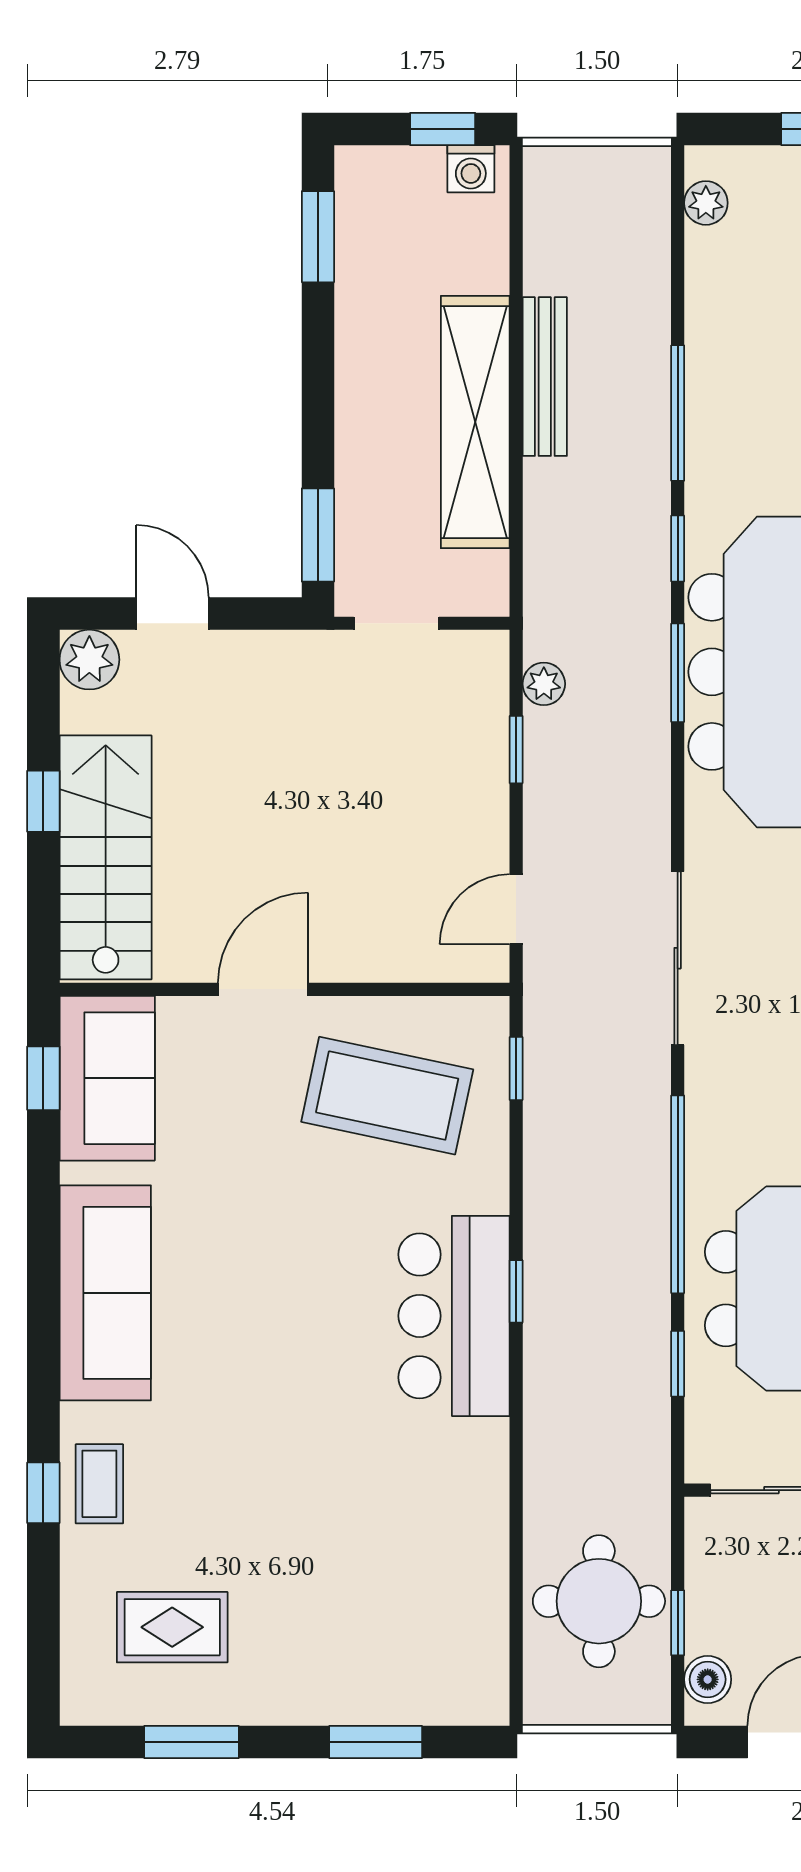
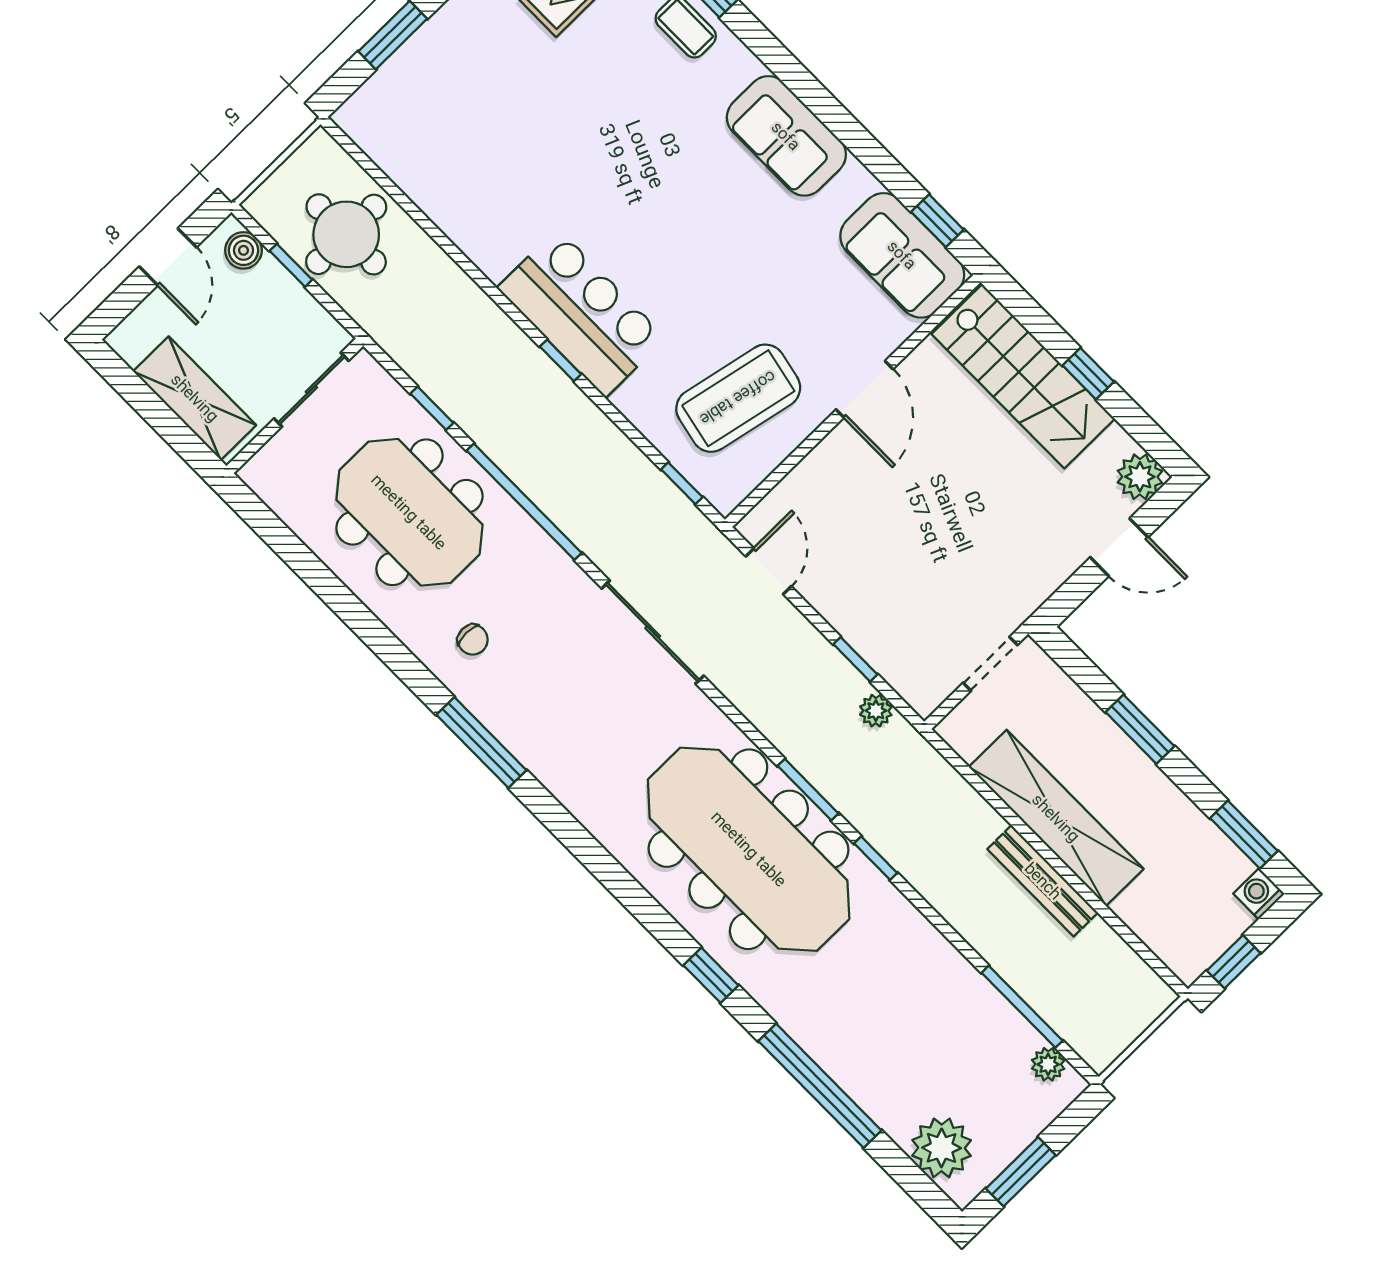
washing machine: (471, 169) -> (1259, 894), moved
window: (678, 413) -> (1022, 1007), moved
window: (318, 535) -> (1140, 729), moved
sofa: (105, 1293) -> (786, 136), width x0.73

